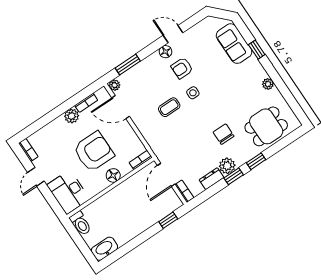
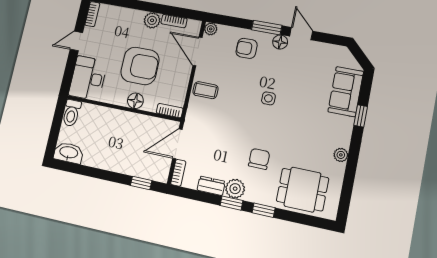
window: (128, 65) -> (267, 28), moved
armchair: (182, 68) -> (247, 48), moved
coffee table: (169, 107) -> (205, 90), moved

